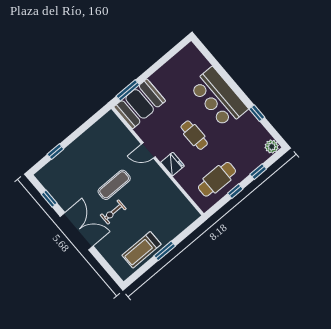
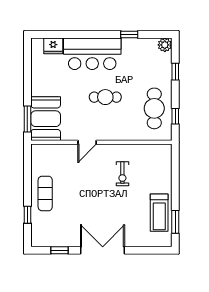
fridge: (173, 164) -> (53, 46), moved, turned 180
exercise mat: (114, 185) -> (45, 194), moved
window: (235, 191) -> (175, 116), moved
exercise bike: (113, 212) -> (122, 174), moved
window: (165, 251) -> (175, 222), moved

